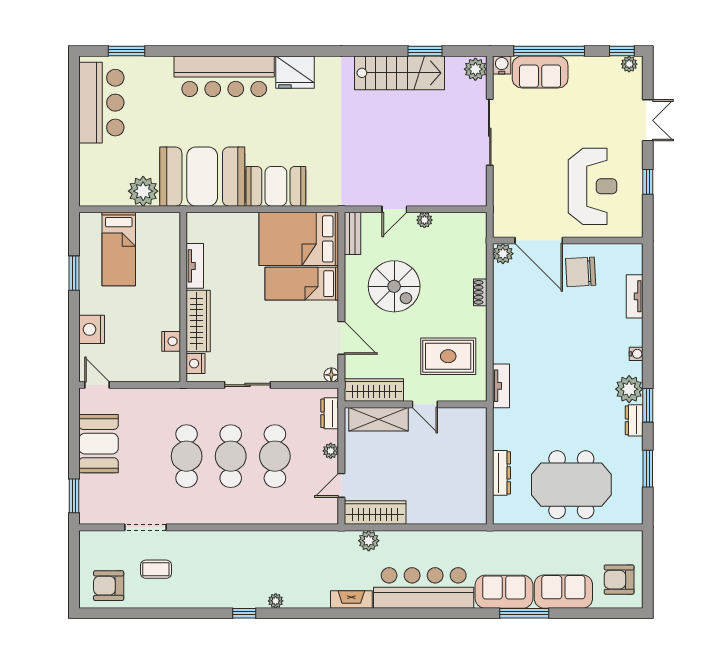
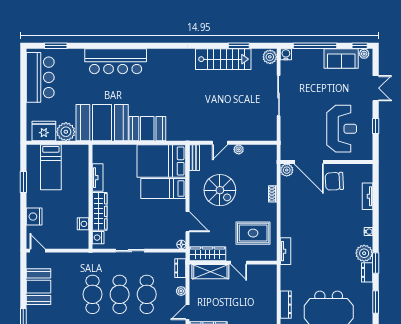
fridge: (295, 72) -> (44, 131), moved, turned 180
sofa: (540, 72) -> (341, 59), moved

